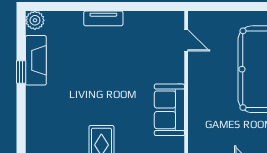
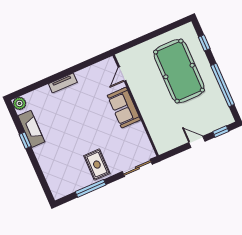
door: (186, 40) -> (122, 74), swing flipped
sofa: (169, 110) -> (124, 108), moved

